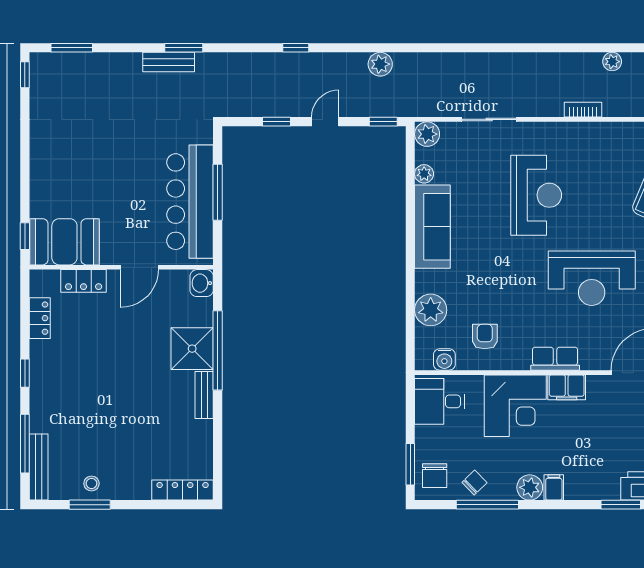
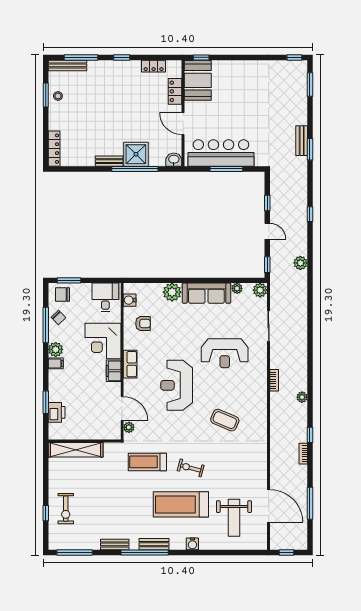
plant: (431, 310) -> (172, 292), moved

